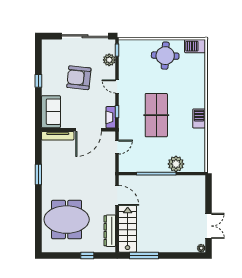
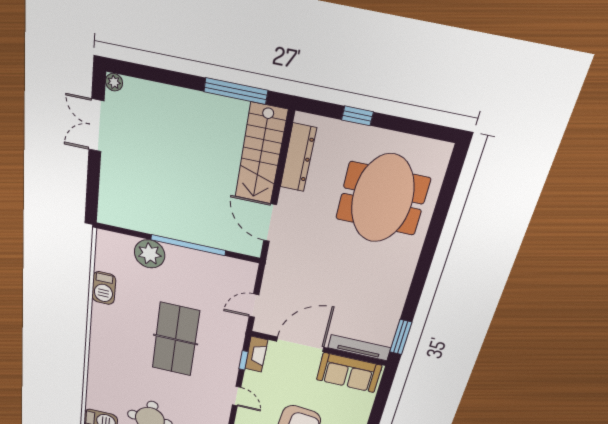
sofa: (51, 112) -> (349, 373), moved, turned -90
barbecue: (199, 118) -> (104, 288), moved
window: (38, 174) -> (401, 337), moved
meeting table: (67, 220) -> (382, 199), turned 90

